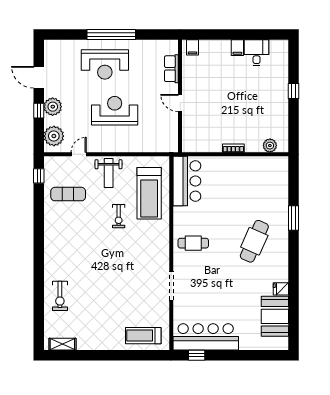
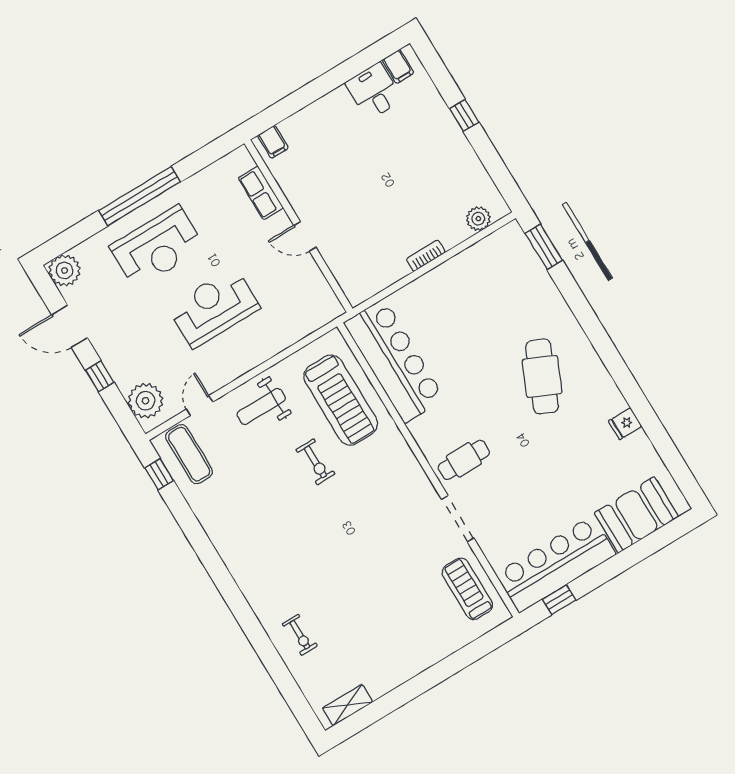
filing cabinet: (237, 48) -> (398, 66), moved
plant: (53, 107) -> (64, 270), moved
weight bench: (109, 173) -> (261, 406), turned 90
bar counter: (187, 181) -> (394, 361), width x1.36
exercise mat: (68, 194) -> (189, 454), moved, turned 90
window: (293, 218) -> (544, 247), moved
cafe table: (193, 243) -> (464, 460), moved
exercise bike: (60, 296) -> (300, 635), width x0.73, depth x0.72
booth: (275, 316) -> (636, 515), moved, turned 90
treadmill: (143, 336) -> (467, 589), moved, turned 90

